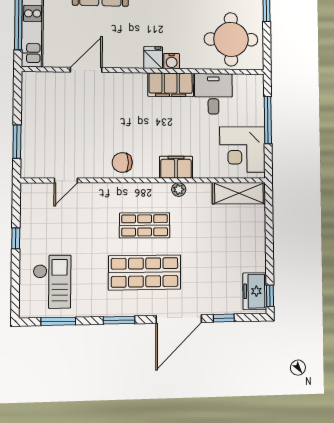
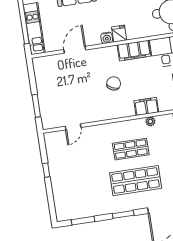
water cooler: (172, 61) -> (107, 38), moved
chair: (122, 163) -> (114, 83), moved, turned 114
checkout: (52, 282) -> (75, 195), removed

